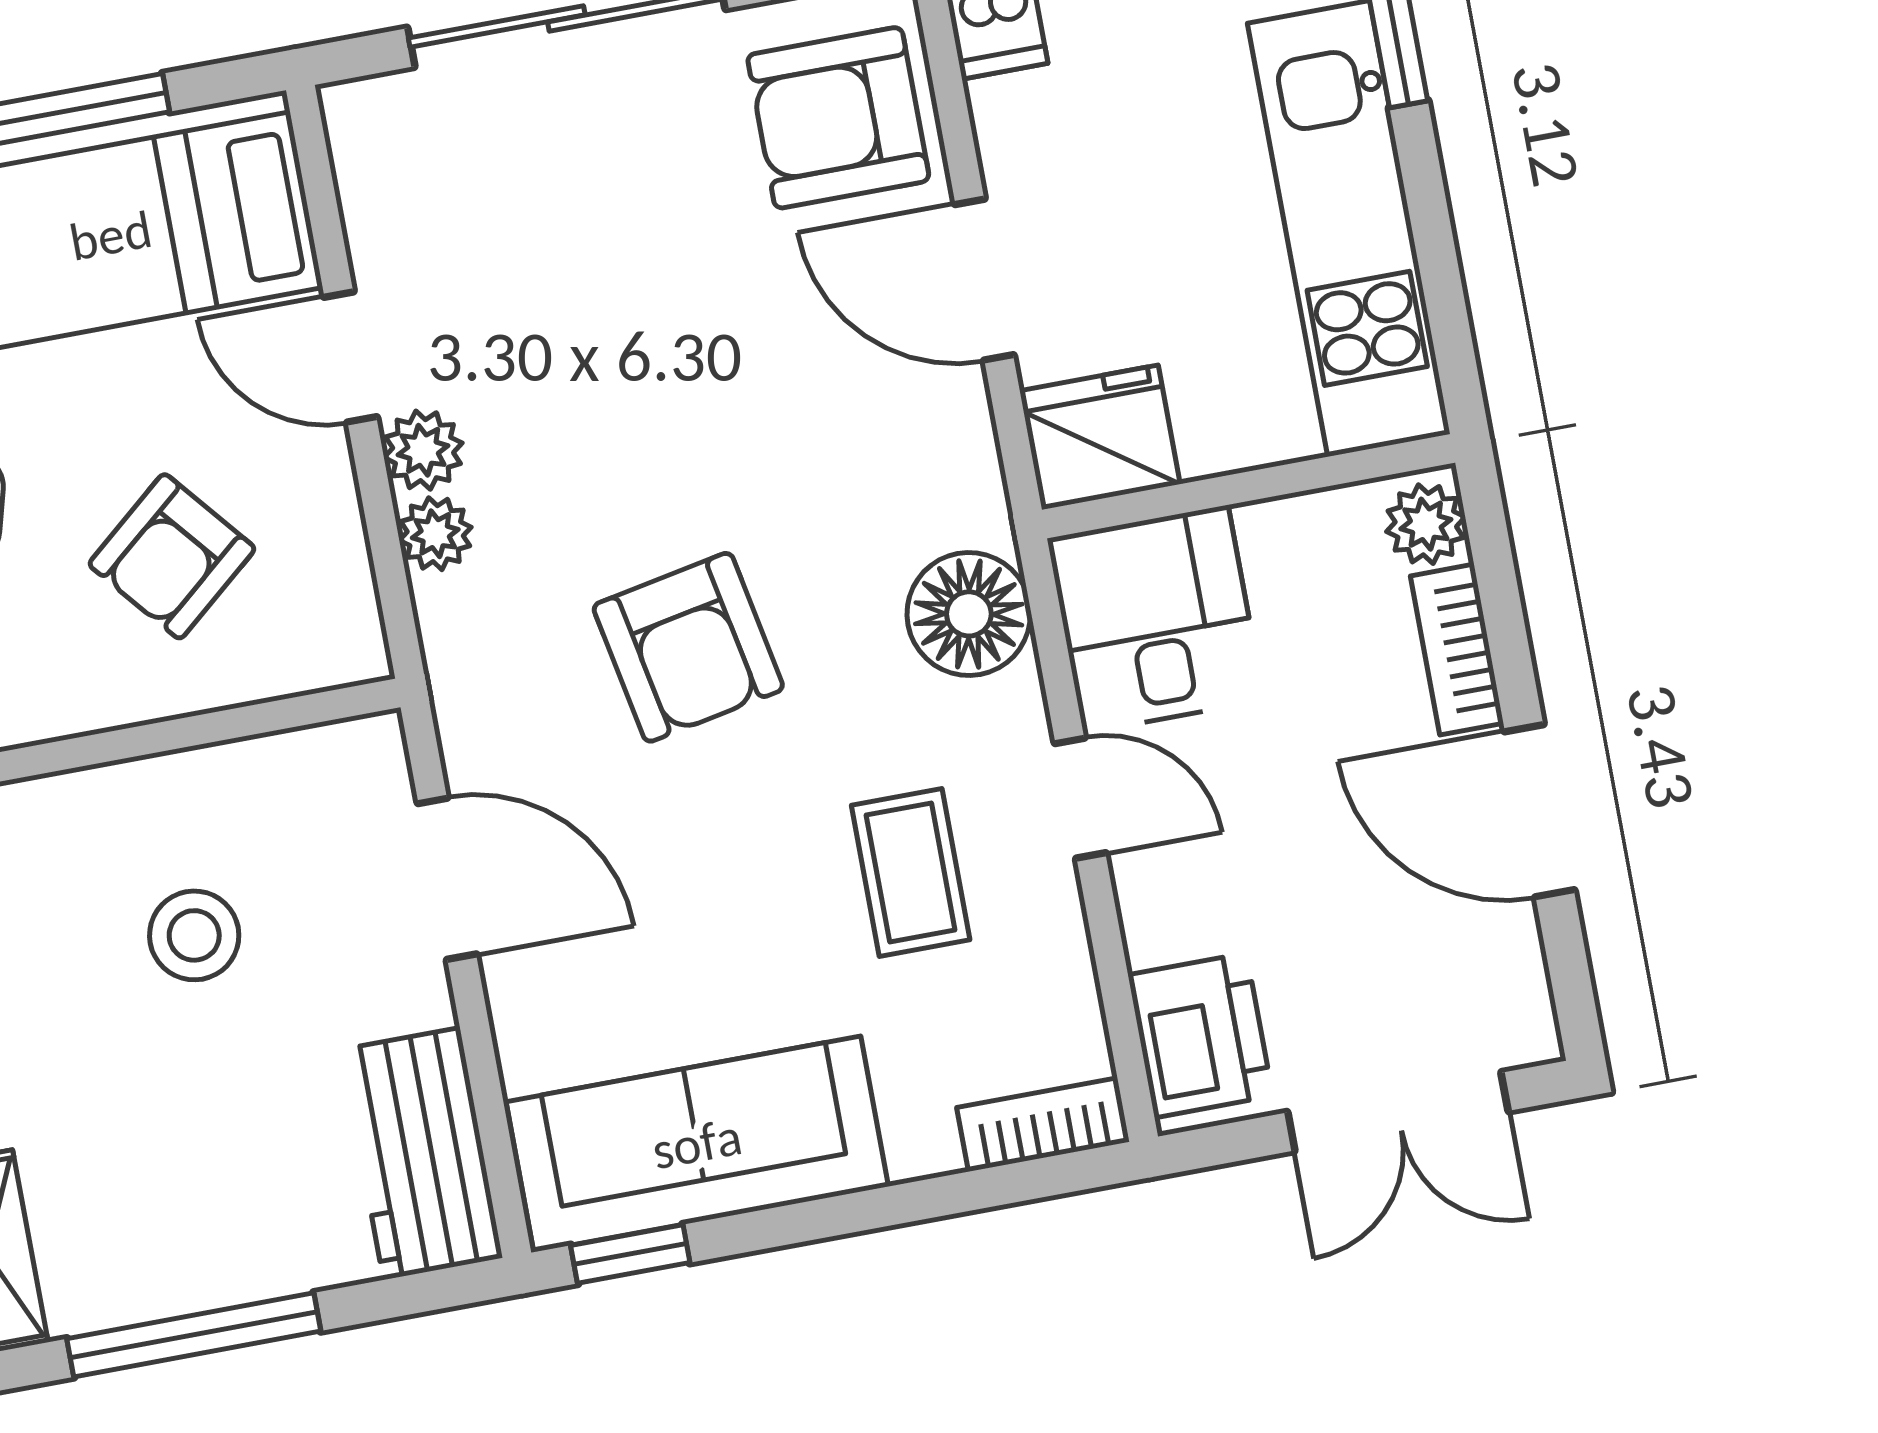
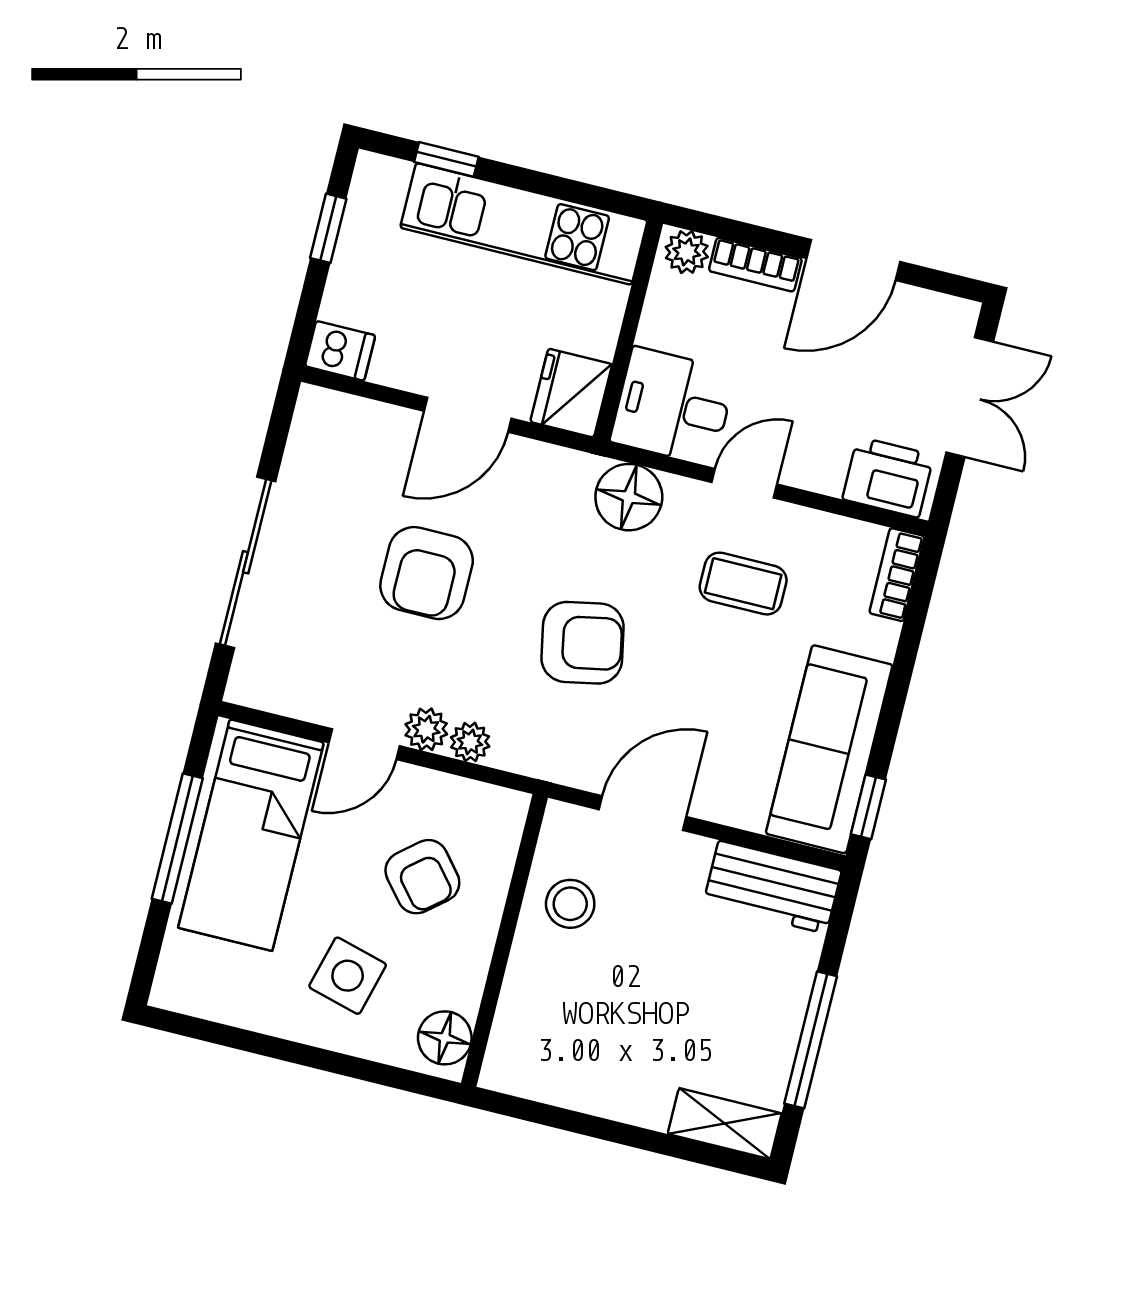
armchair: (838, 118) -> (427, 573), moved
stool: (194, 935) -> (570, 904), moved

